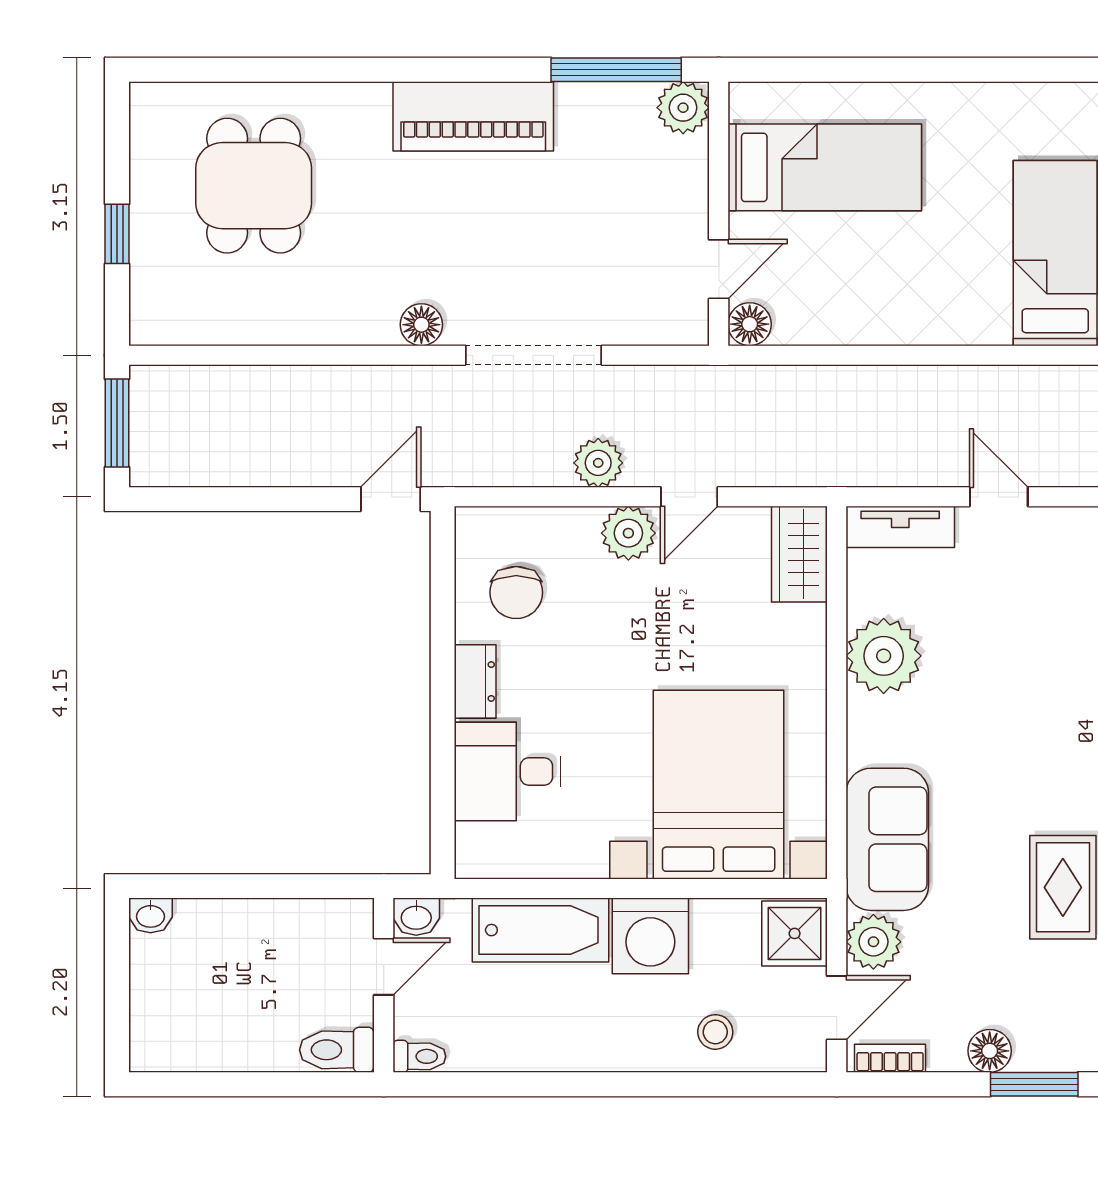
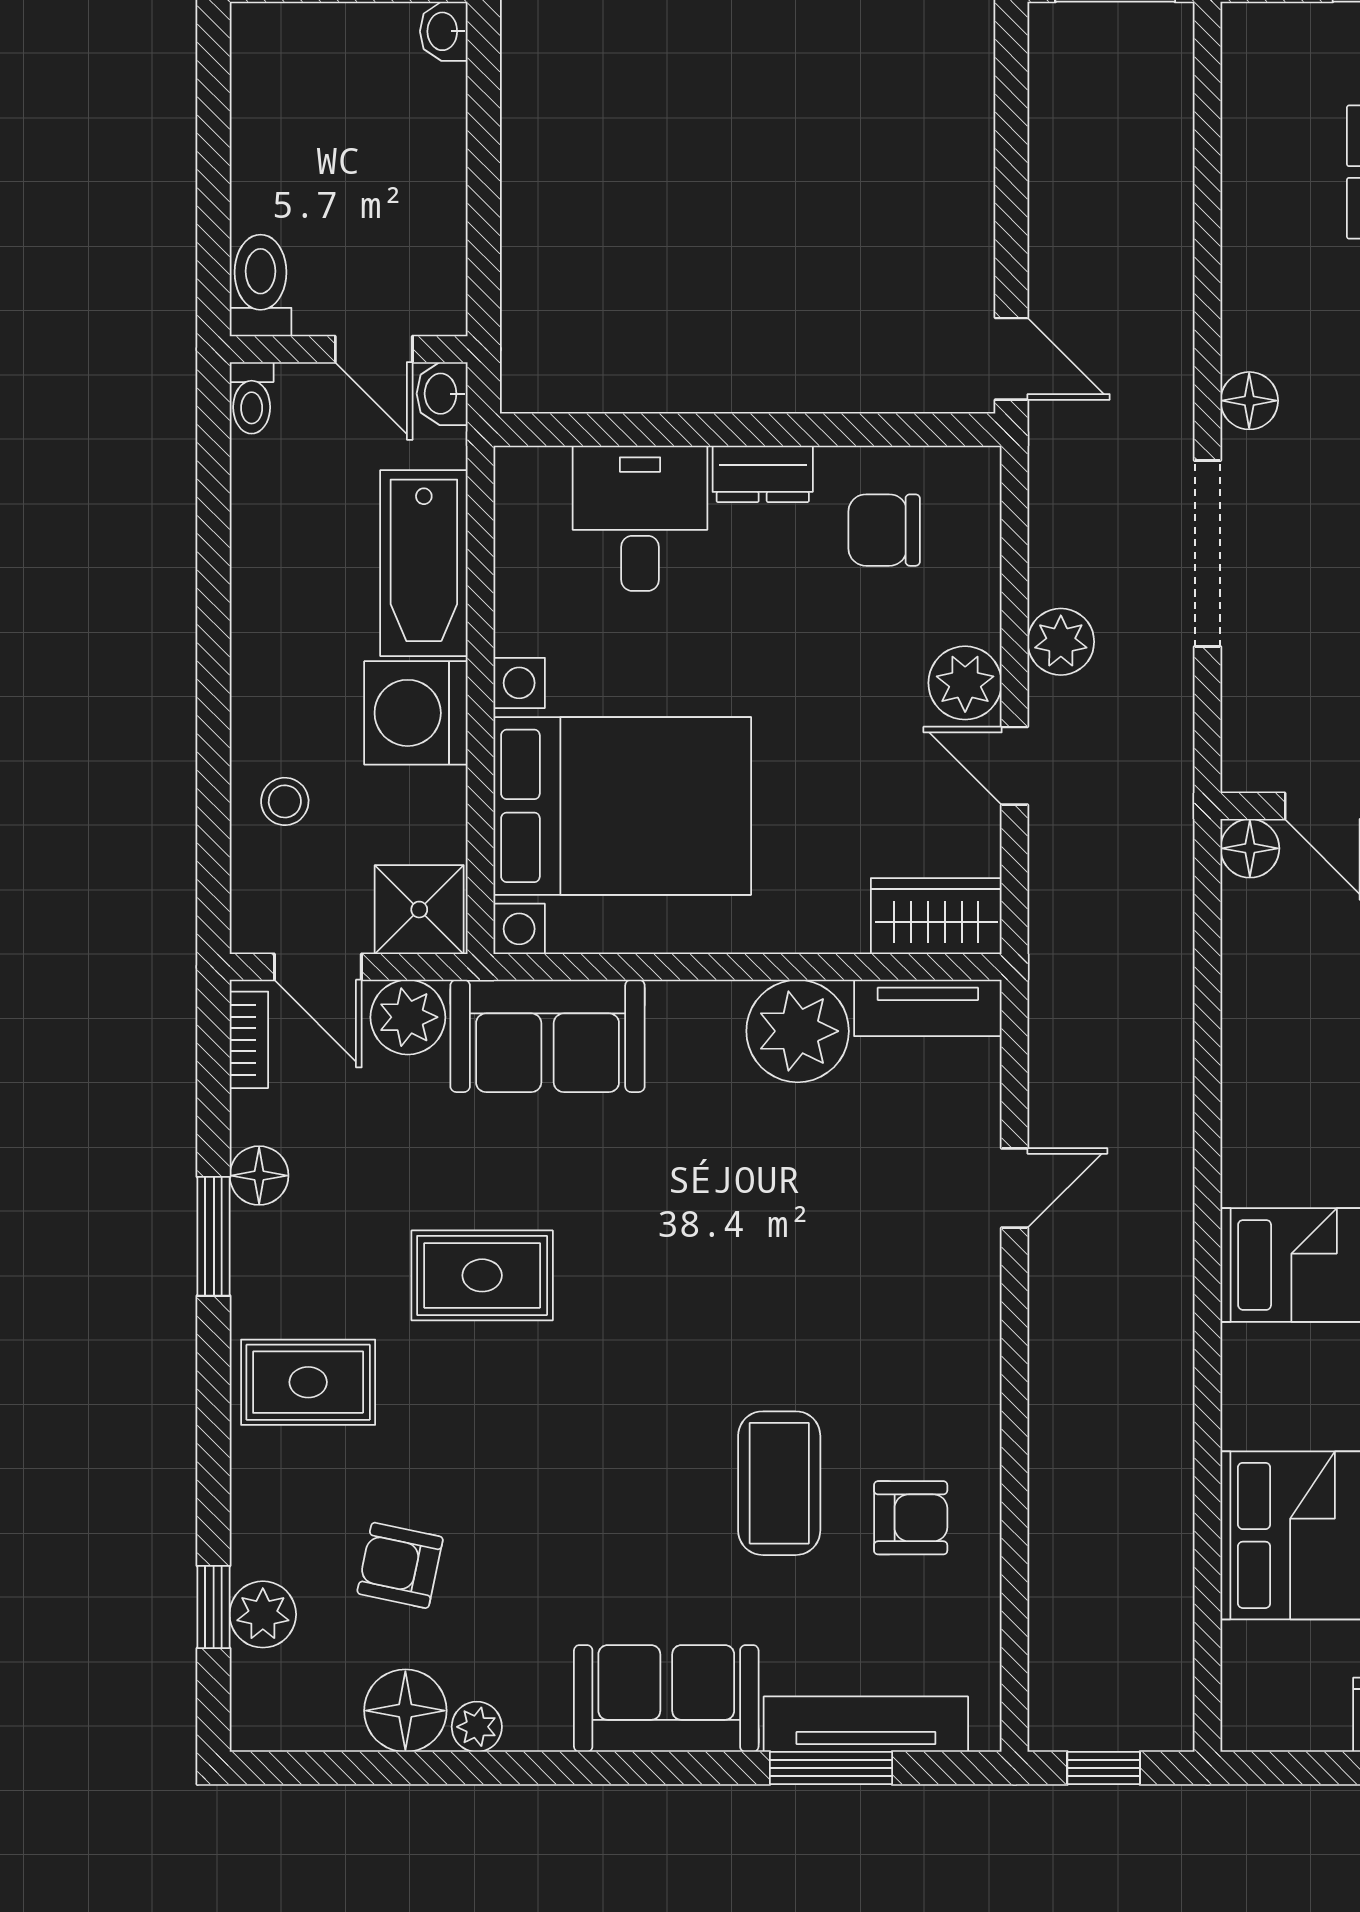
tv unit: (900, 527) -> (928, 1008), moved, turned -90

